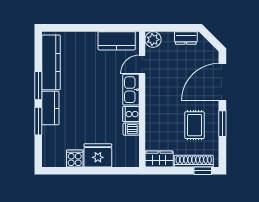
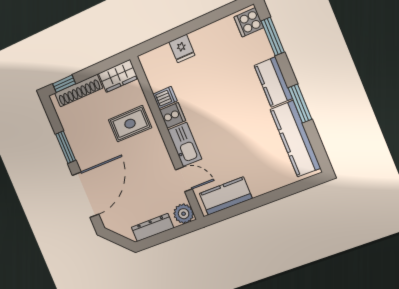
dresser: (186, 38) -> (153, 228), width x1.44
door: (142, 65) -> (184, 179), hinge flipped
window: (38, 121) -> (273, 36), moved
rug: (195, 125) -> (130, 124), moved, turned 90
fridge: (98, 155) -> (182, 49), width x0.53, depth x0.75
cooker: (75, 159) -> (249, 22), moved, turned 90

